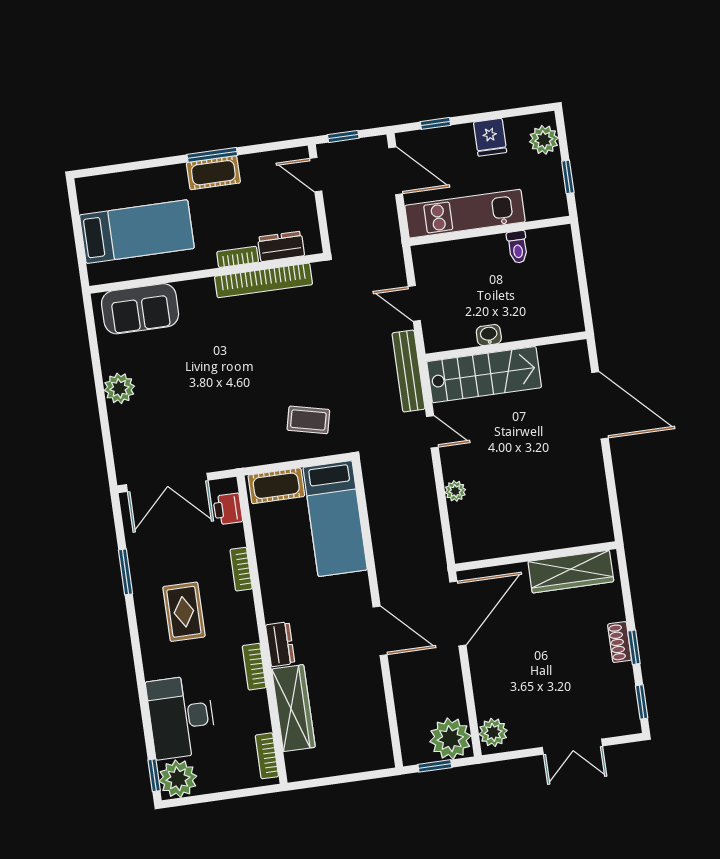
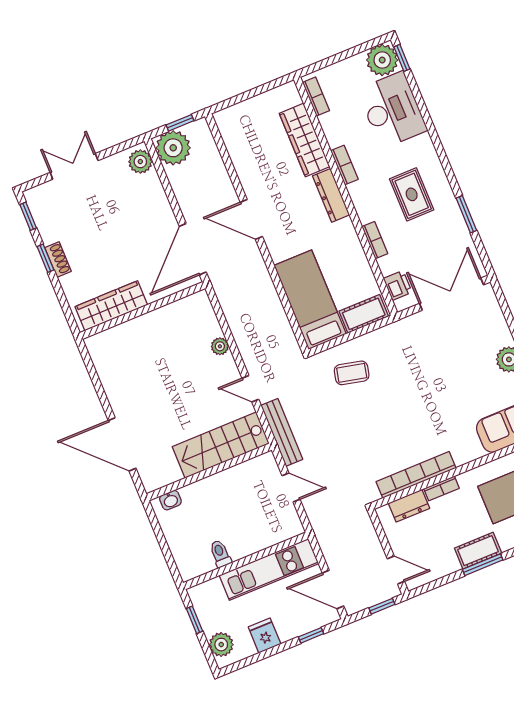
washbasin: (489, 335) -> (170, 500), moved
dresser: (280, 644) -> (331, 195), width x1.44

